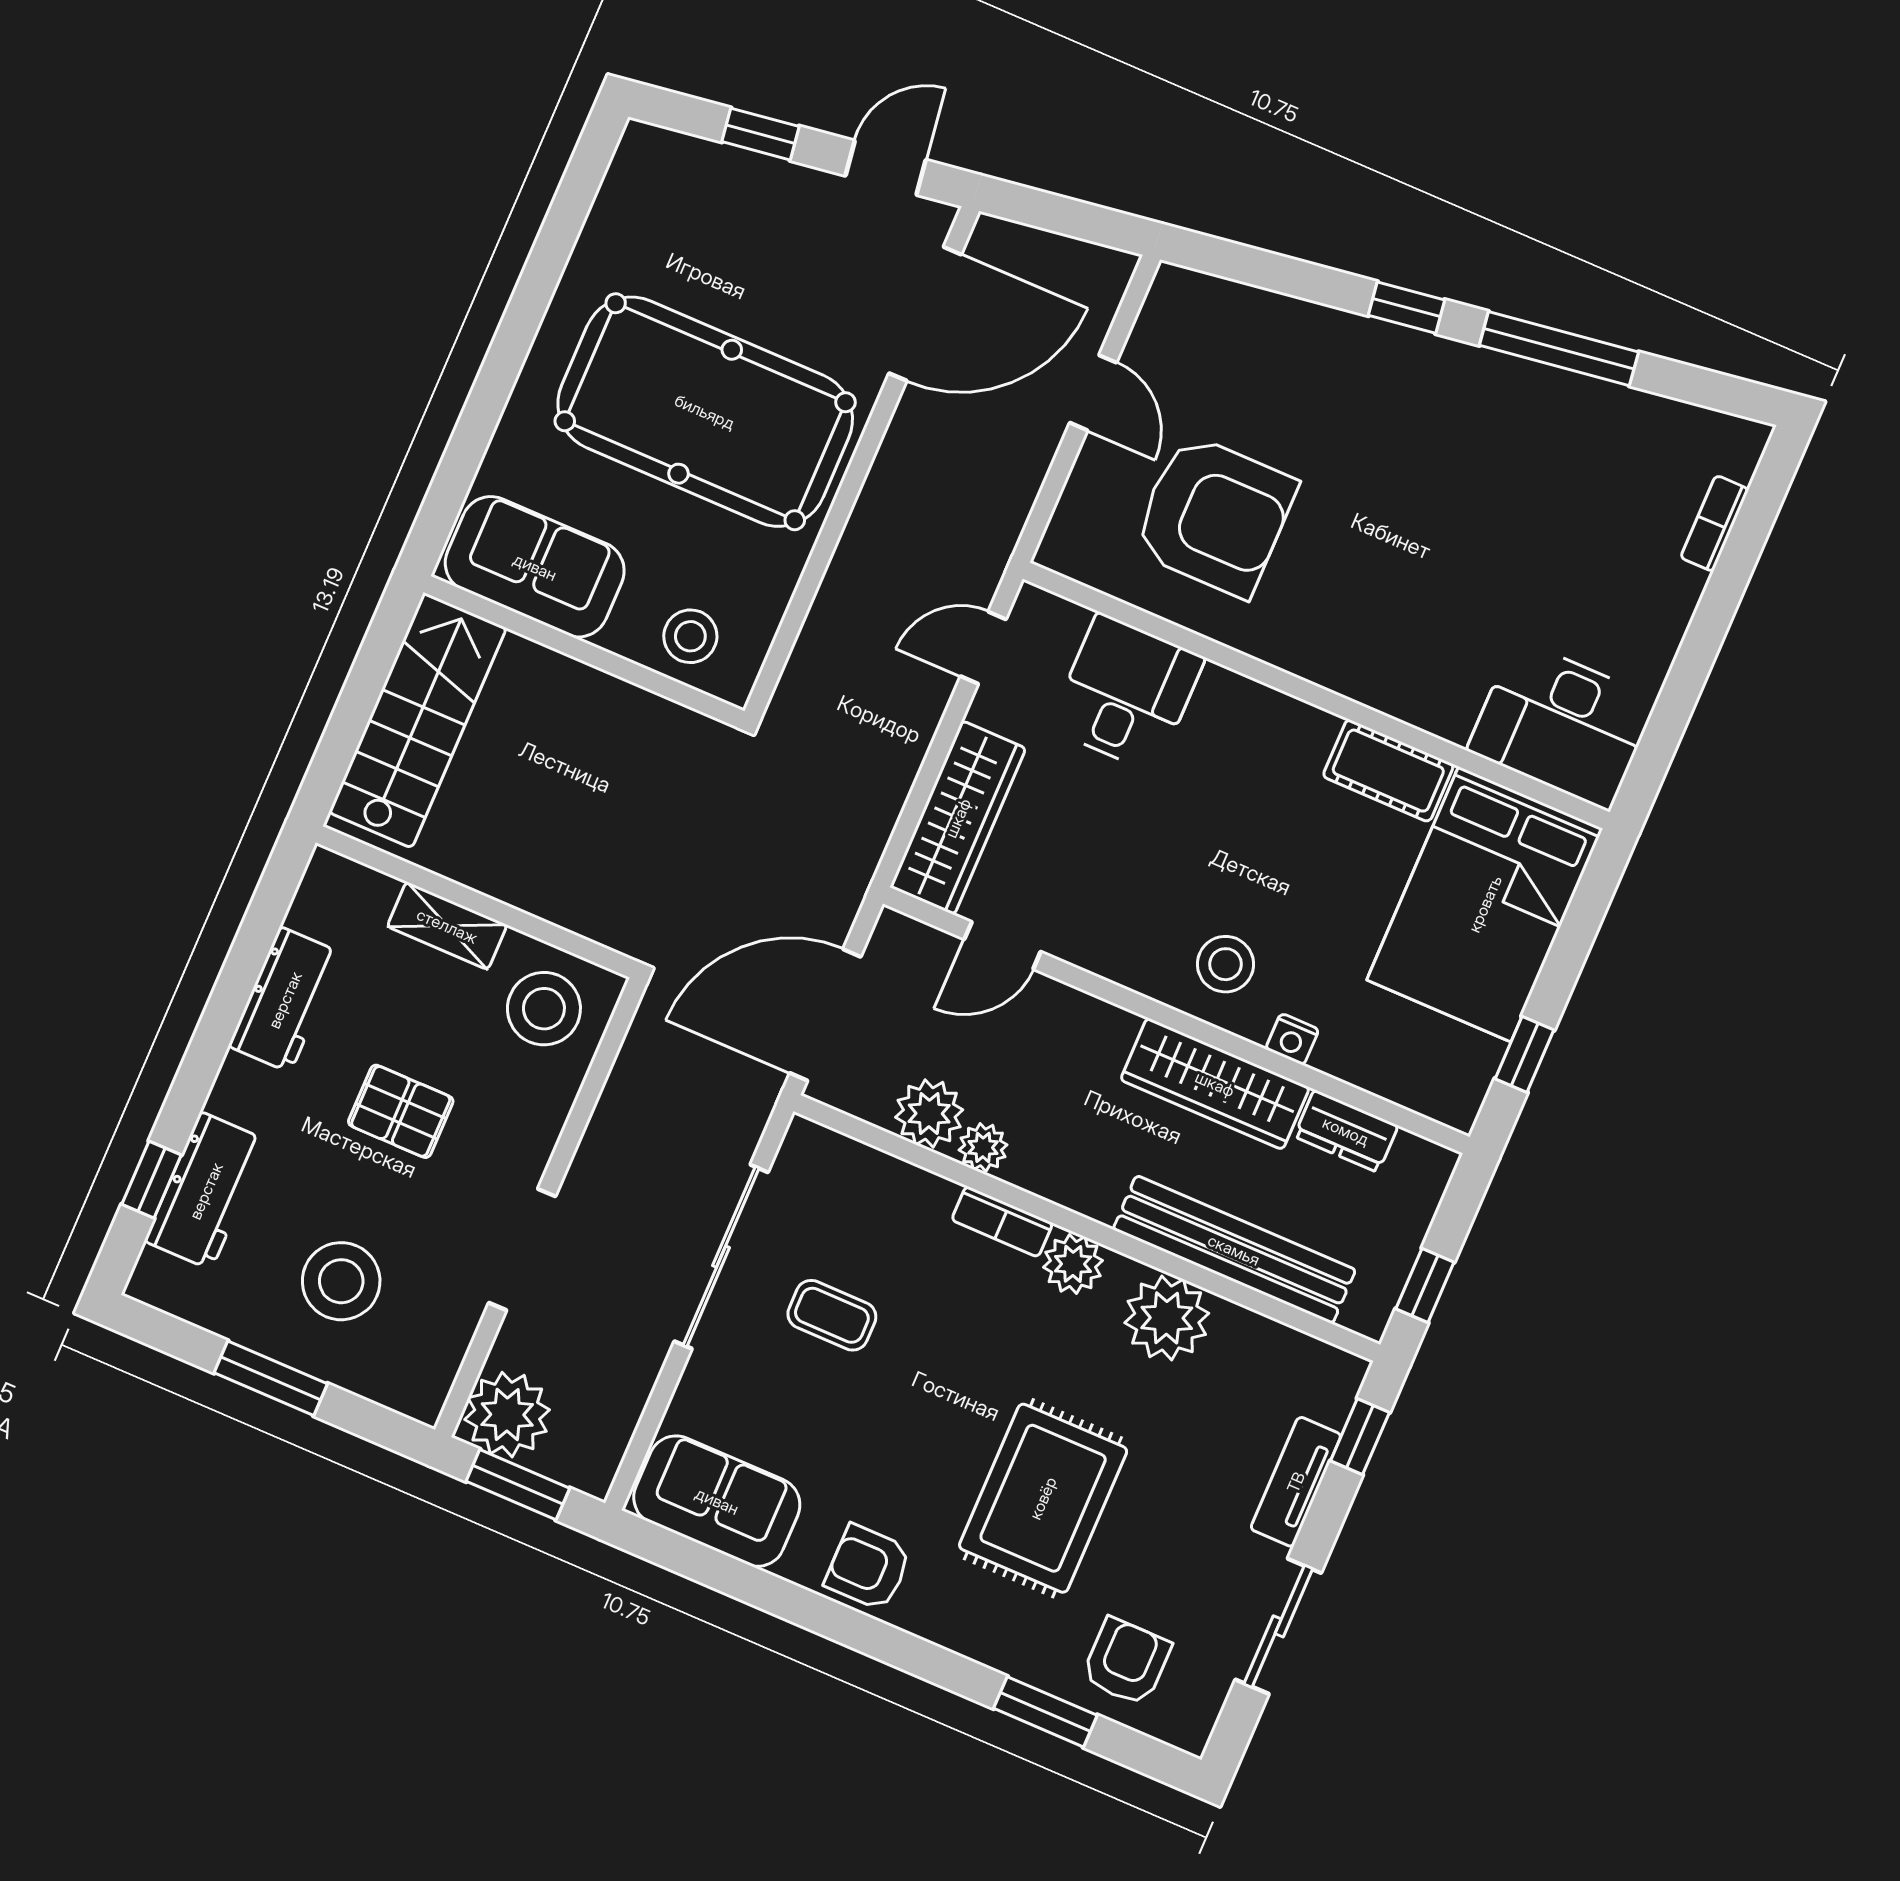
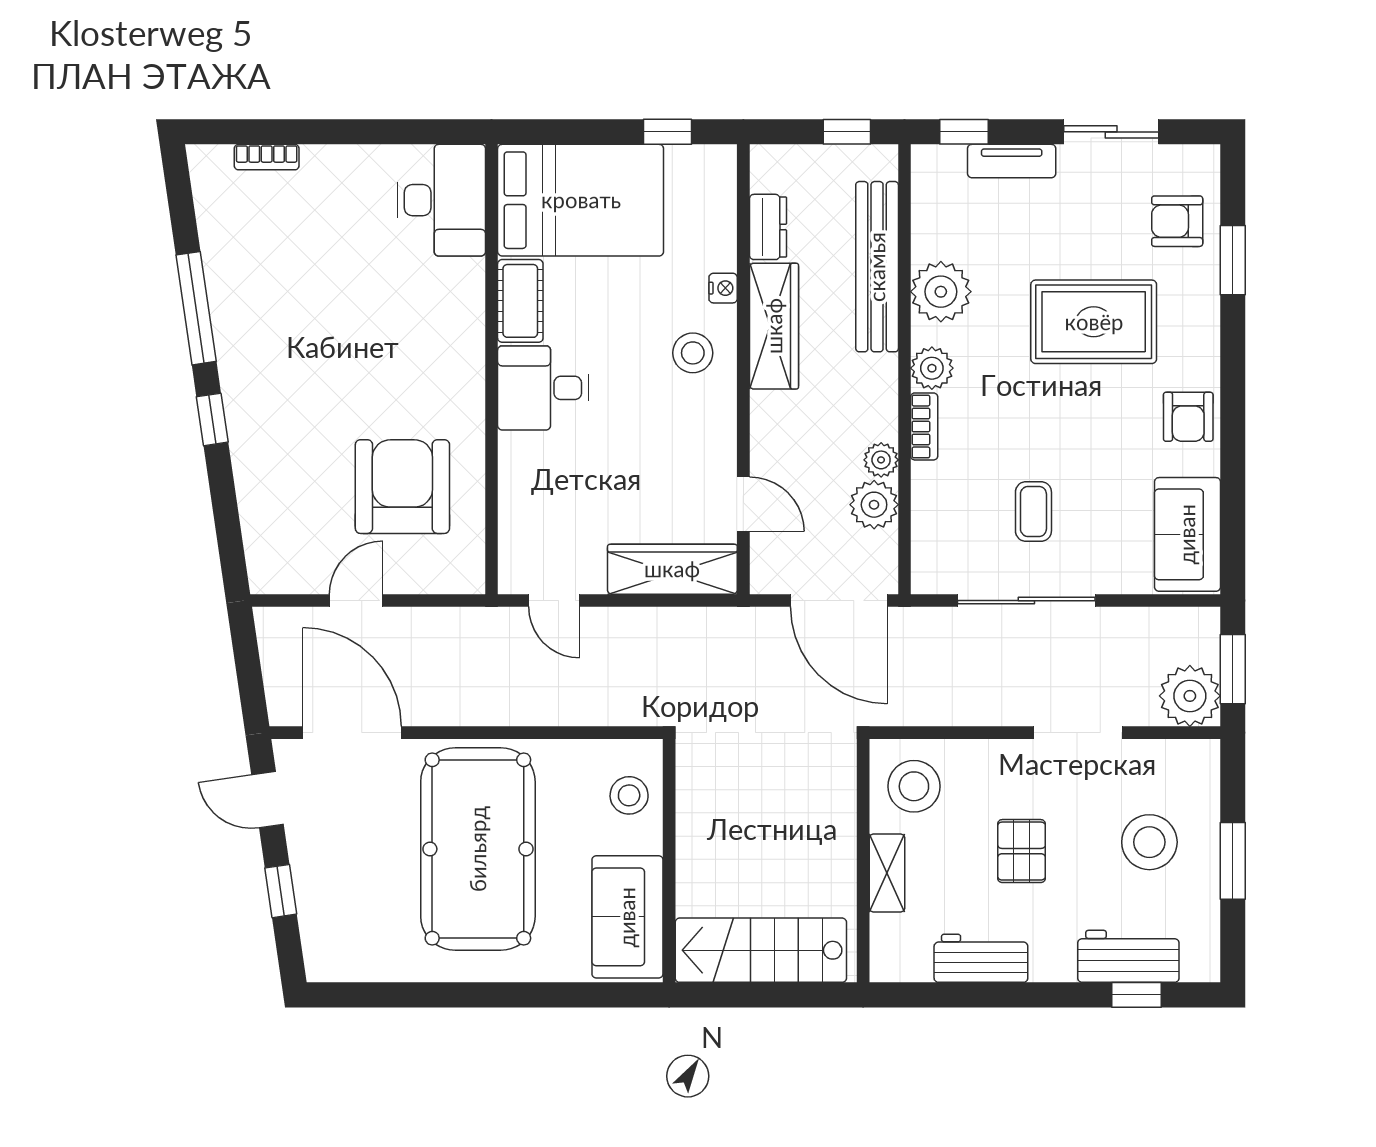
desk: (1127, 693) -> (543, 388), moved

